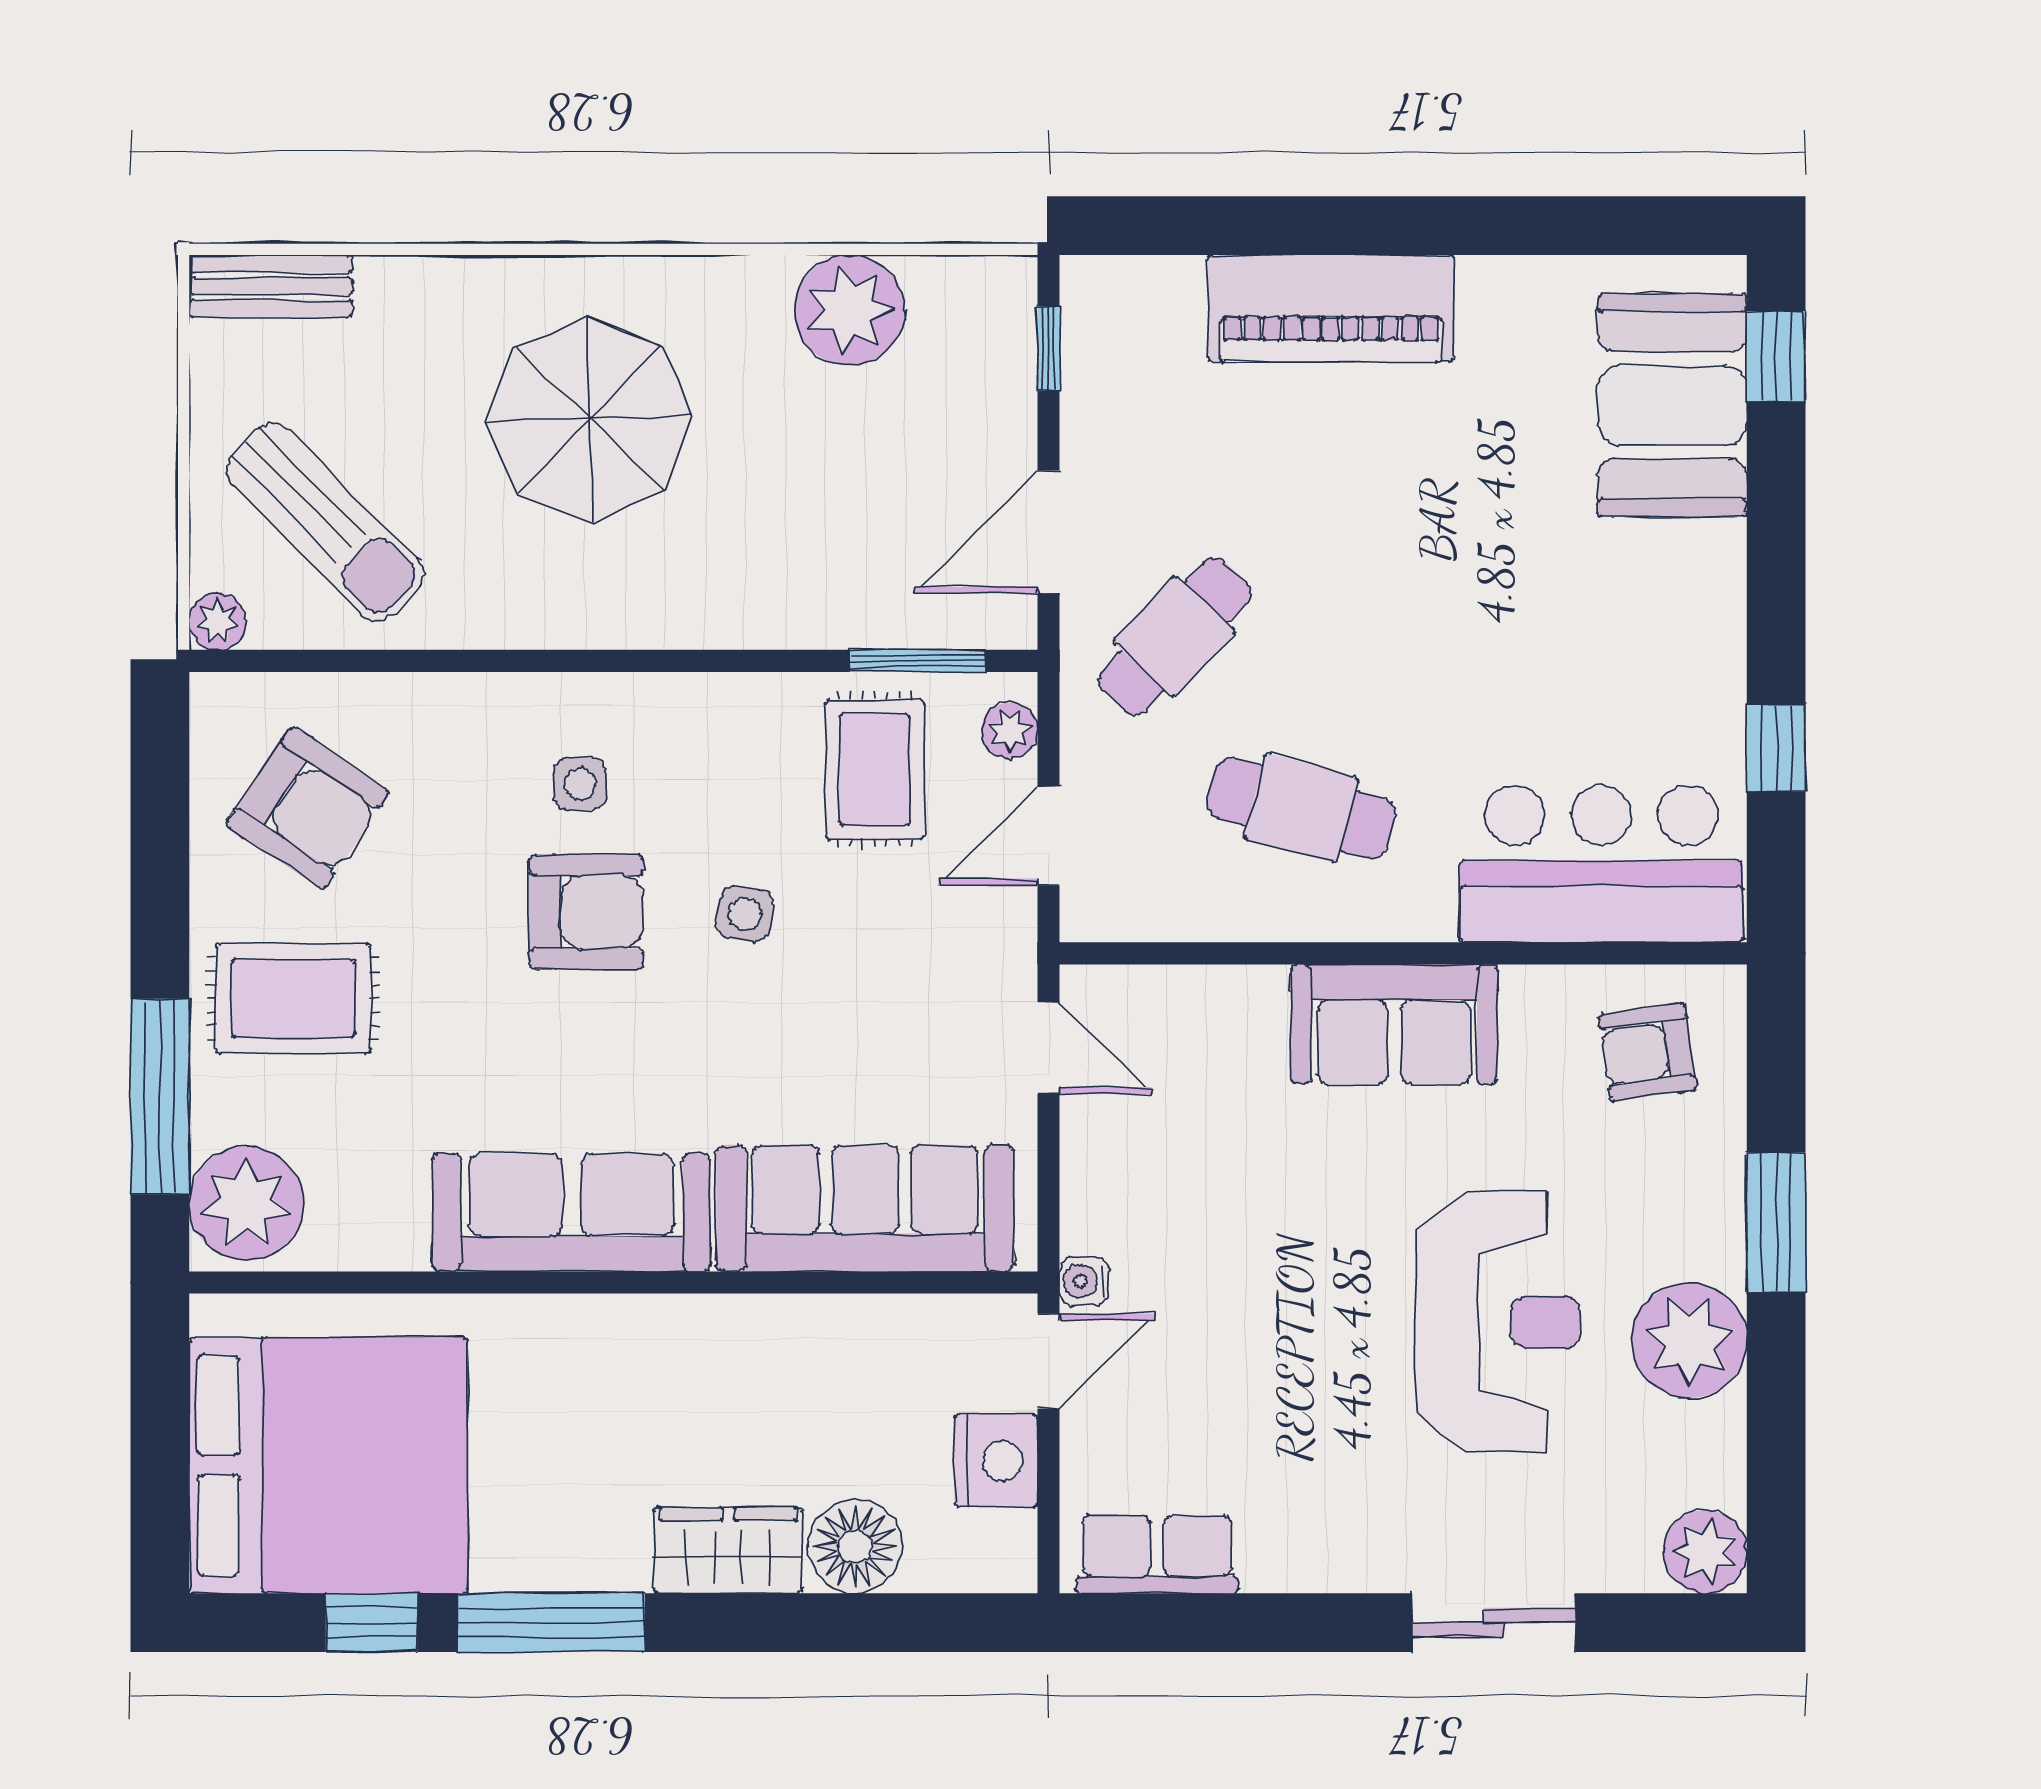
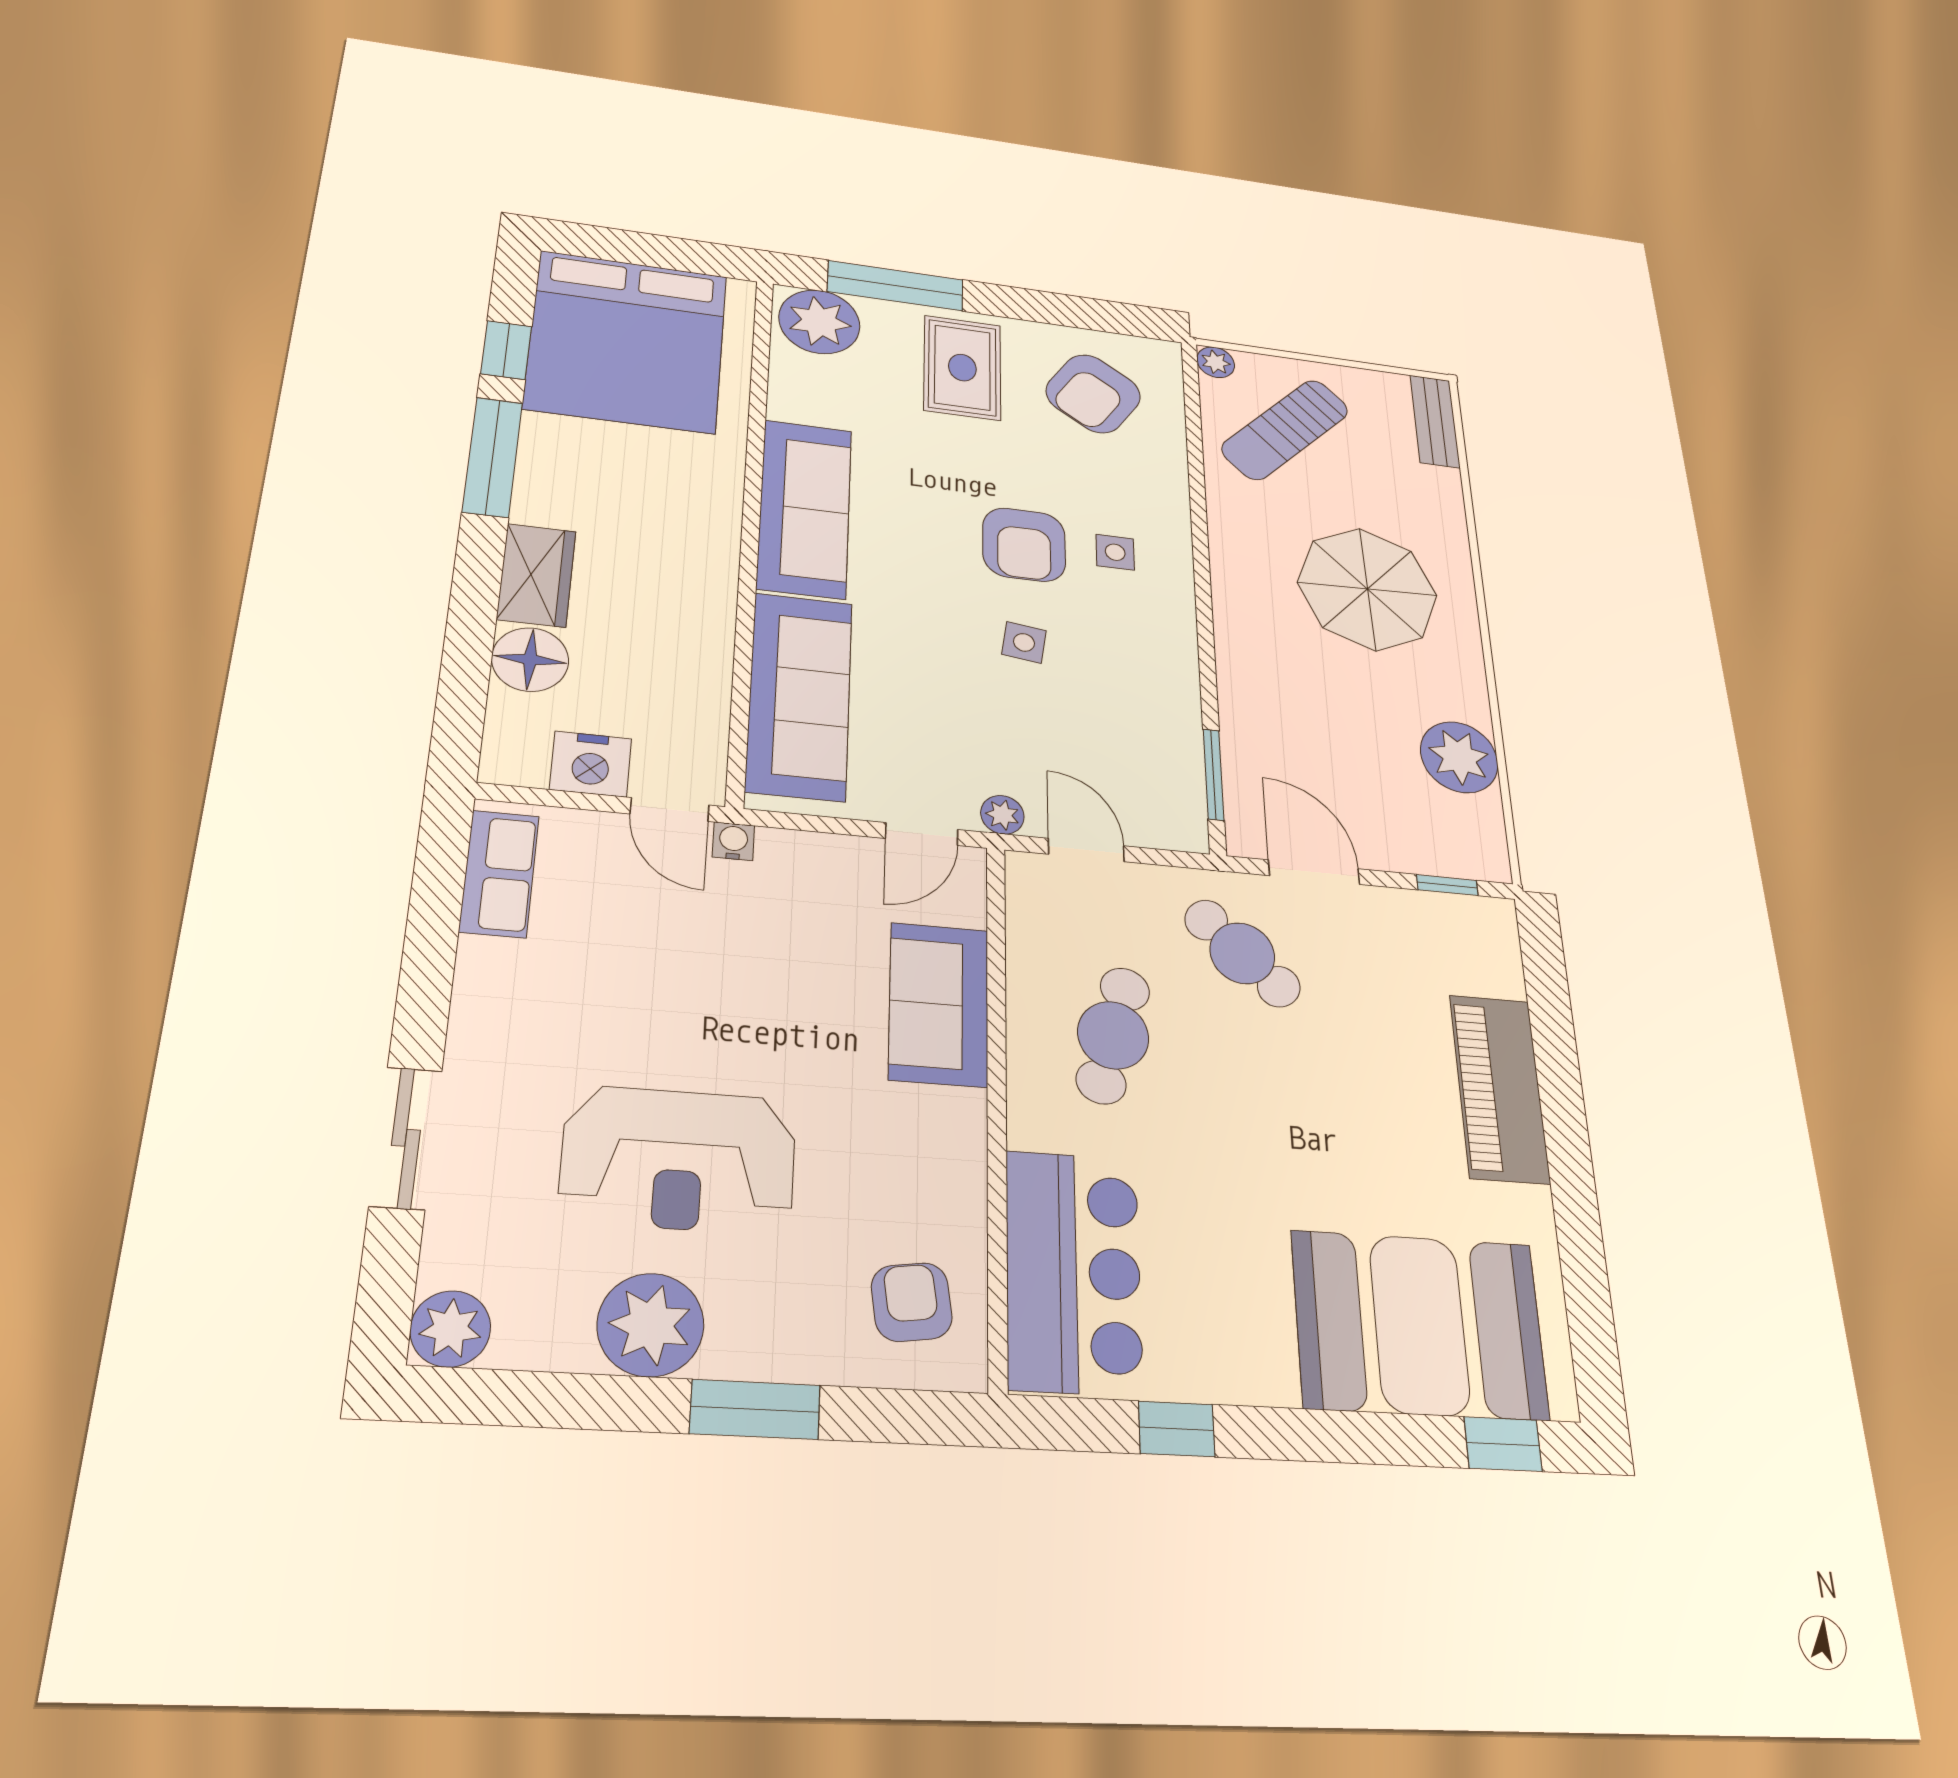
booth: (1672, 405) -> (1419, 1325), width x1.36, depth x1.42
plant: (1010, 731) -> (1002, 815), moved
rug: (875, 769) -> (1132, 738), removed
sofa: (1394, 1024) -> (939, 1004), moved

